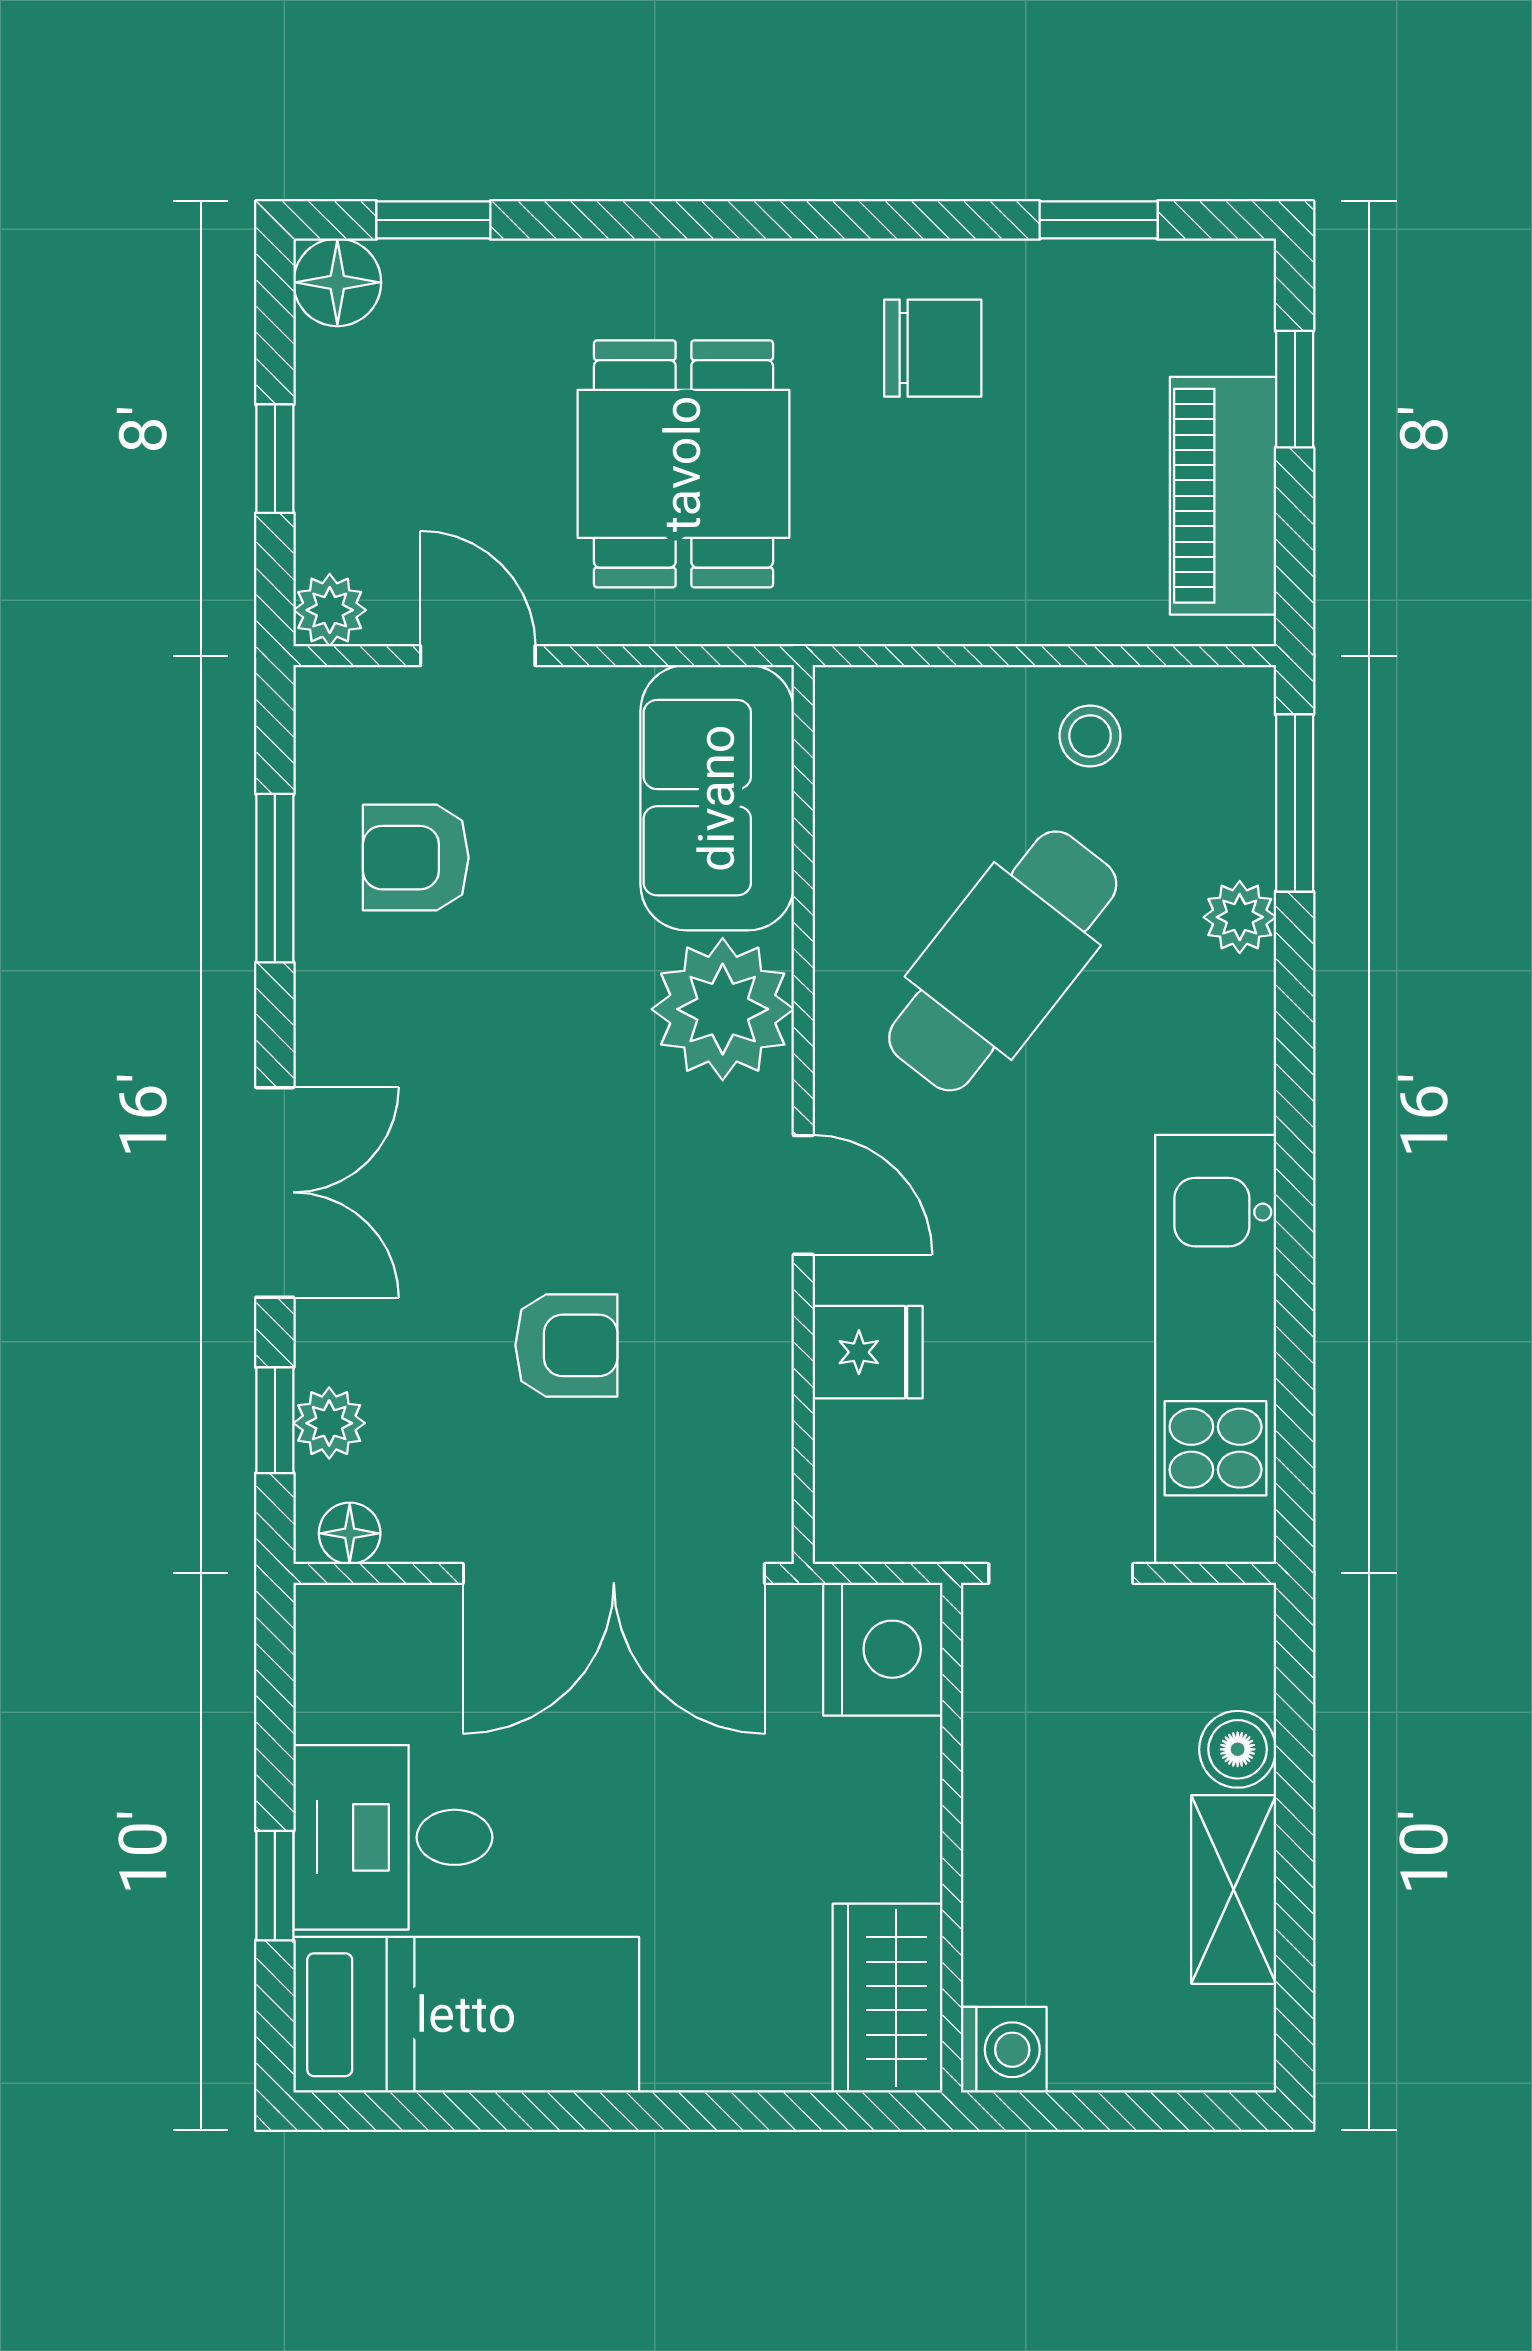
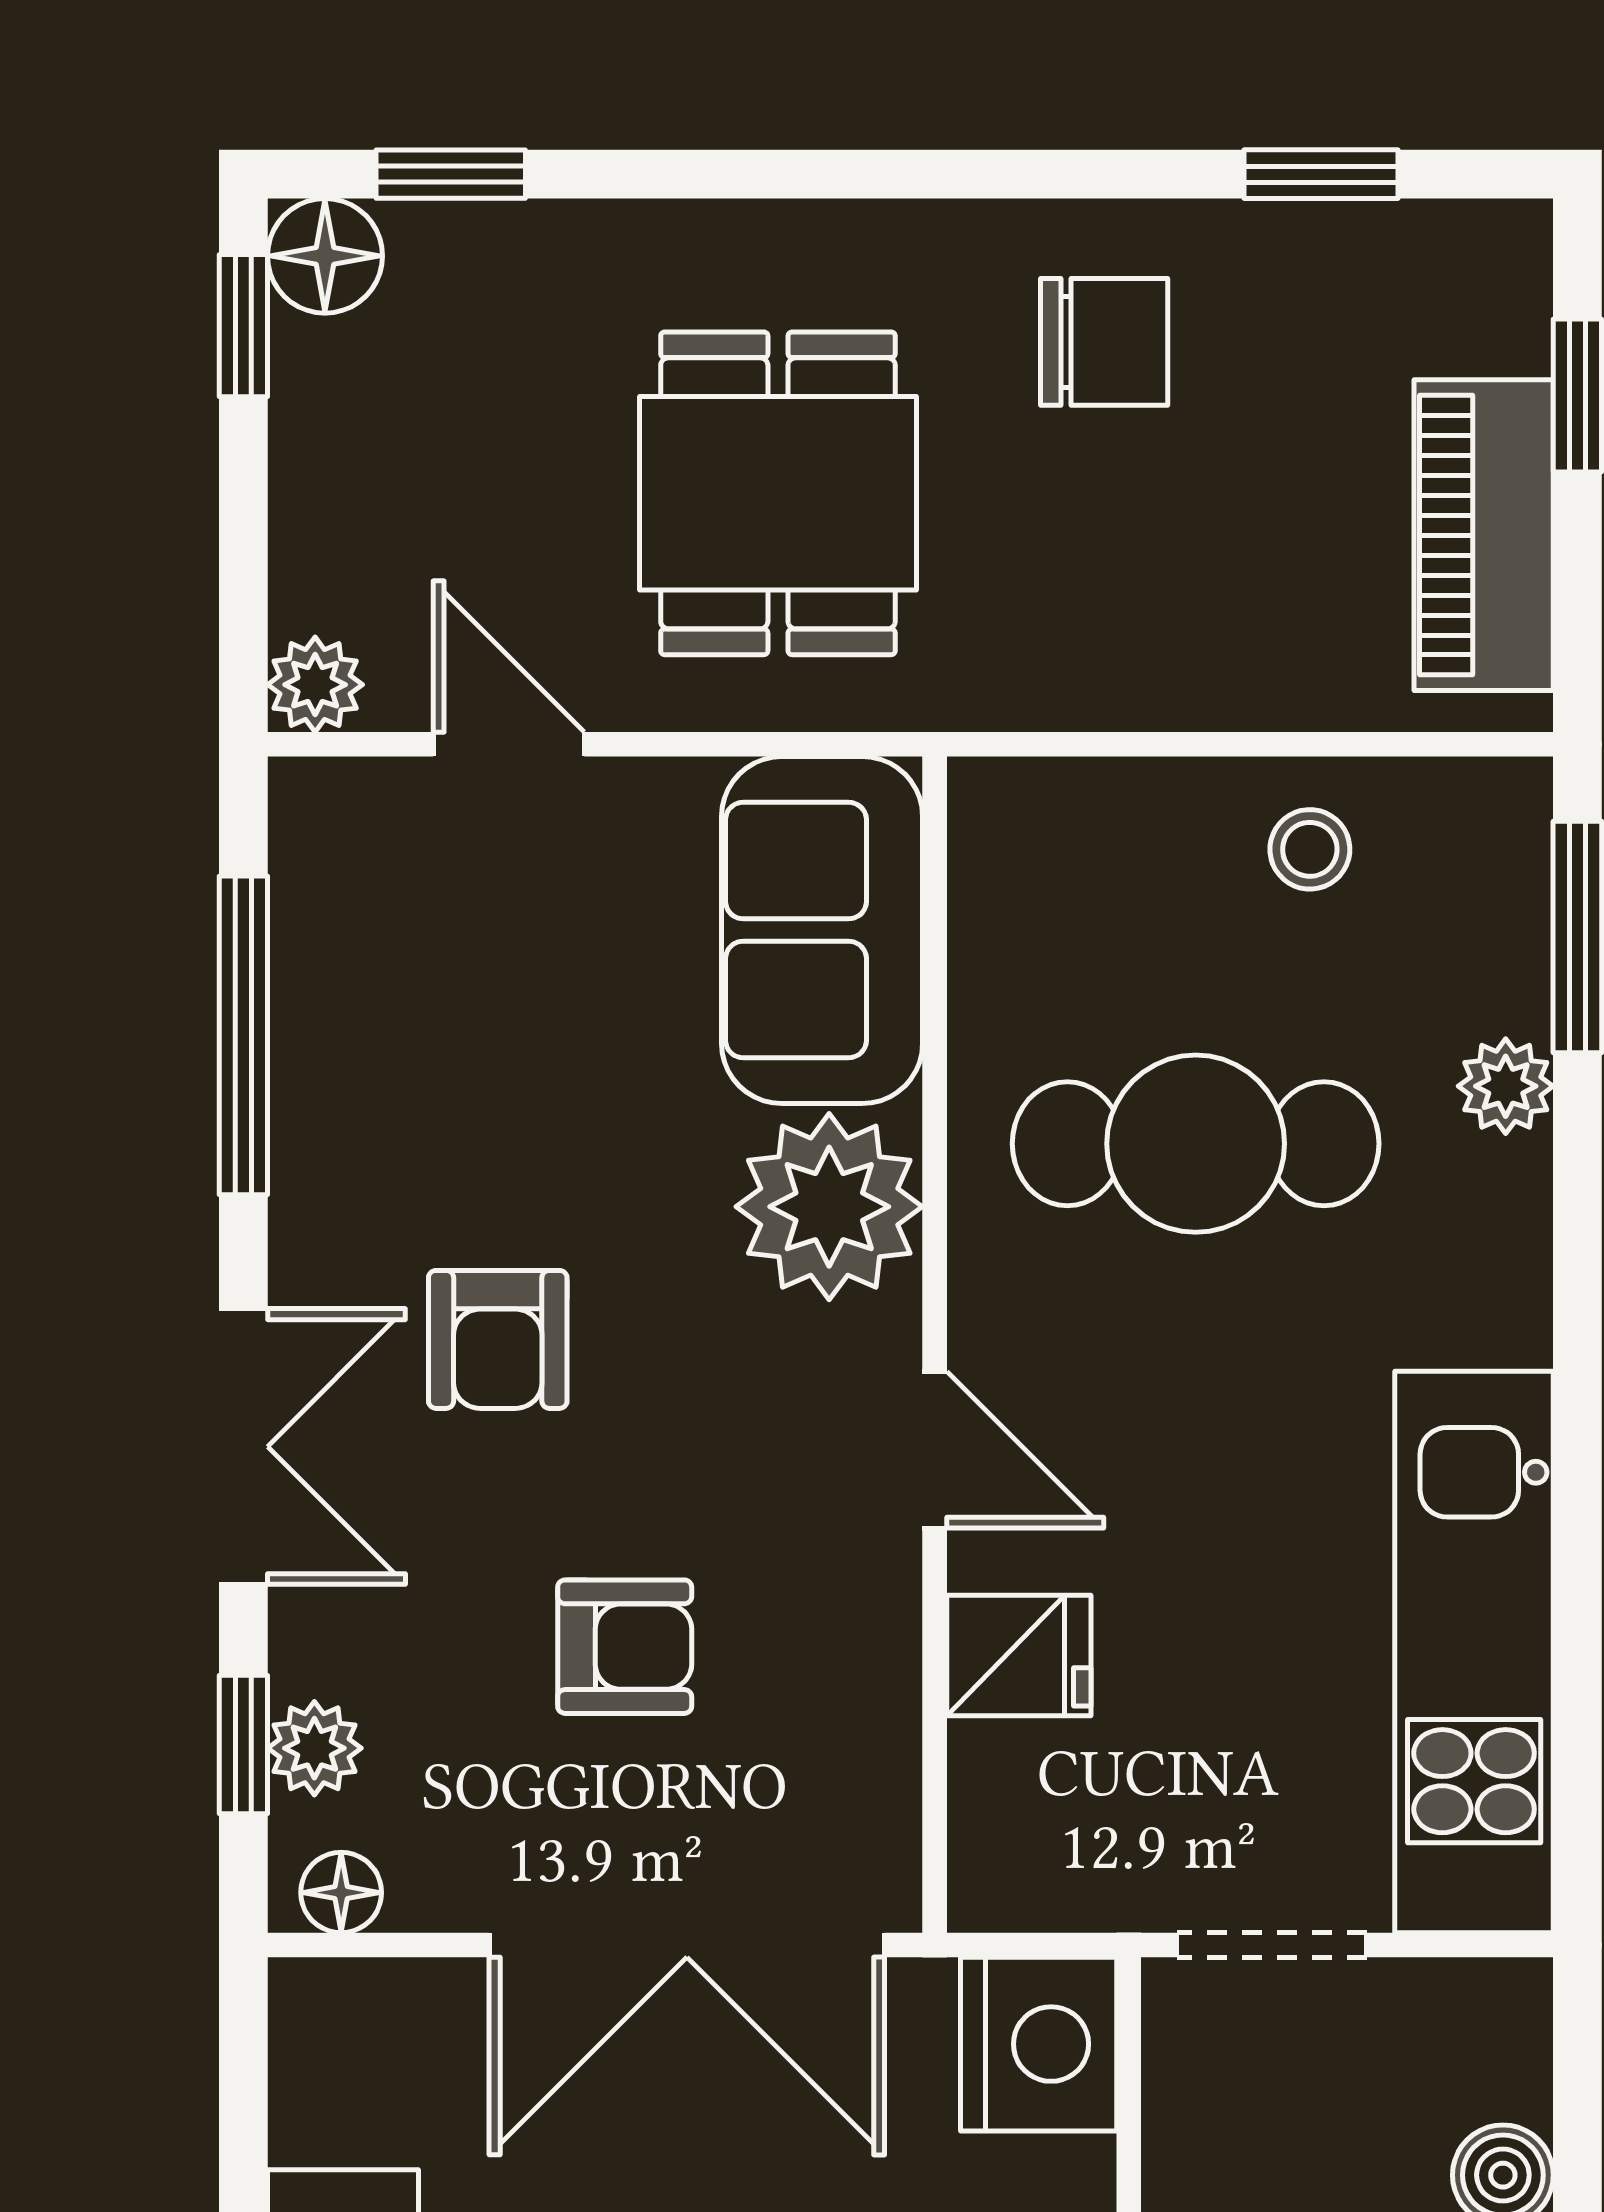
window: (275, 459) -> (243, 326), moved
armchair: (416, 858) -> (498, 1339), moved, turned -90
window: (275, 878) -> (243, 1035), width x1.44
cafe table: (1003, 961) -> (1196, 1144), turned 52

